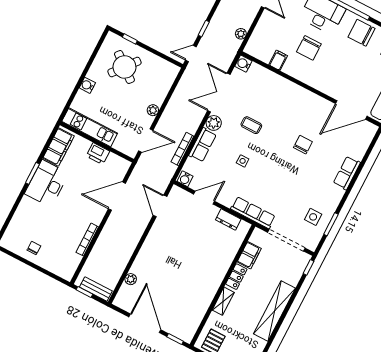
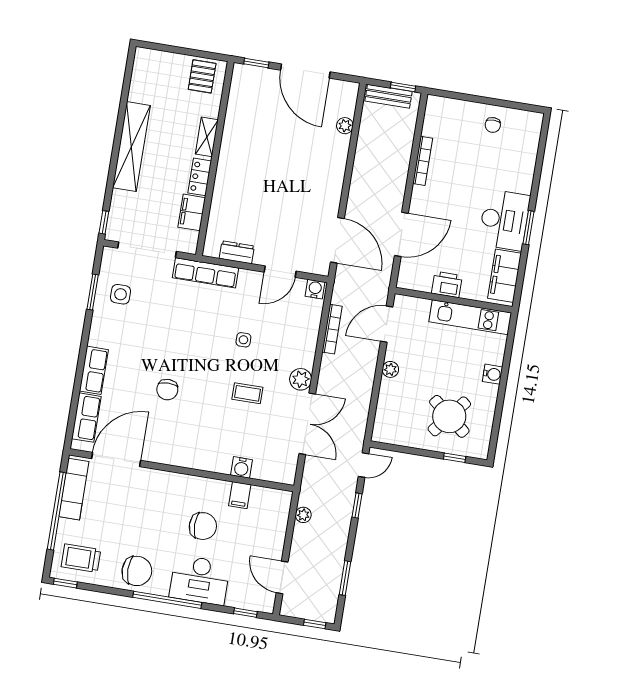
chair: (309, 48) -> (203, 526), turned 90
water cooler: (243, 64) -> (241, 467), moved, turned 90
row of seats: (203, 145) -> (86, 418), moved, turned 180
door: (160, 206) -> (337, 240), width x1.36

